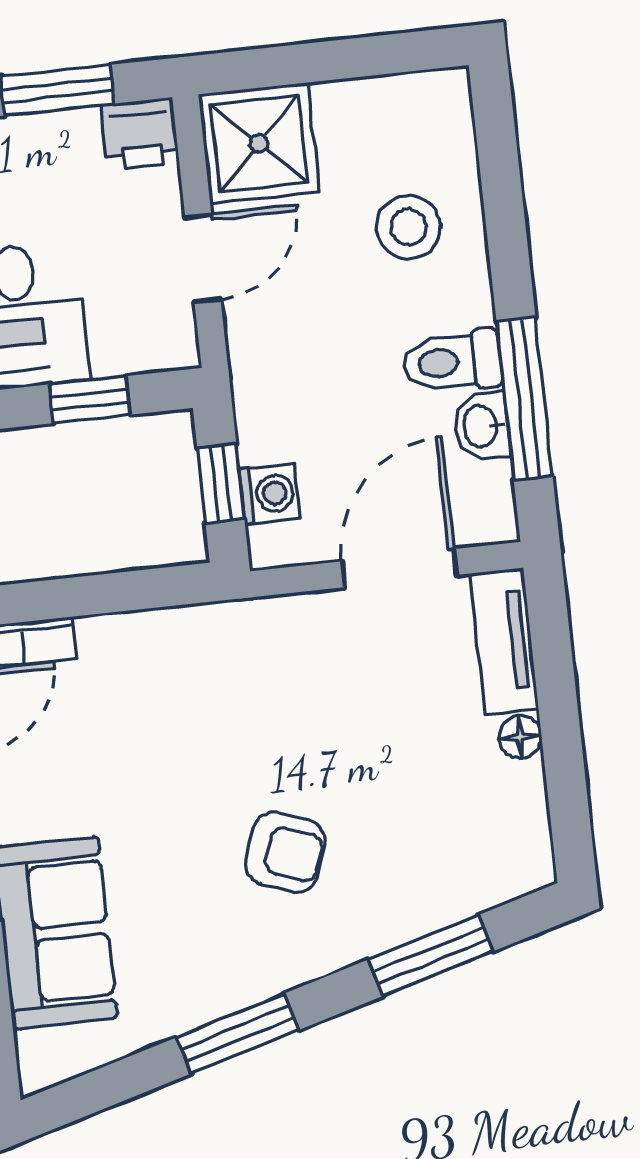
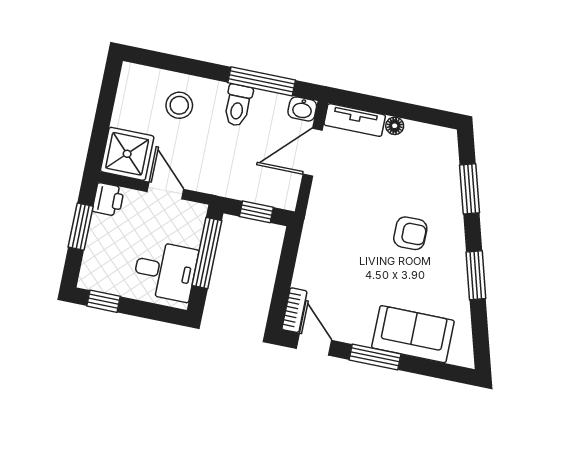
window: (90, 400) -> (207, 253), width x2.17
washbasin: (482, 426) -> (302, 109), moved
washing machine: (269, 494) -> (267, 194), removed
door: (399, 568) -> (313, 152), hinge flipped
armchair: (285, 852) -> (410, 233), turned 70

